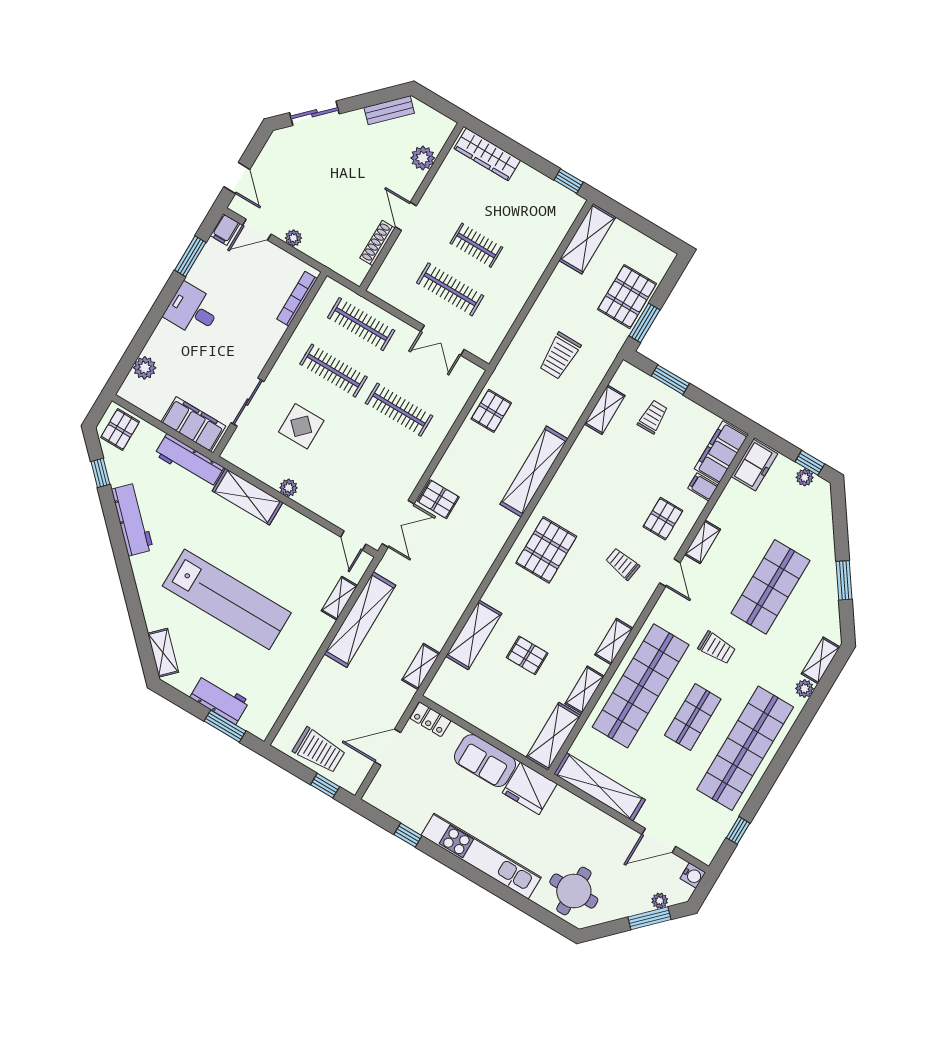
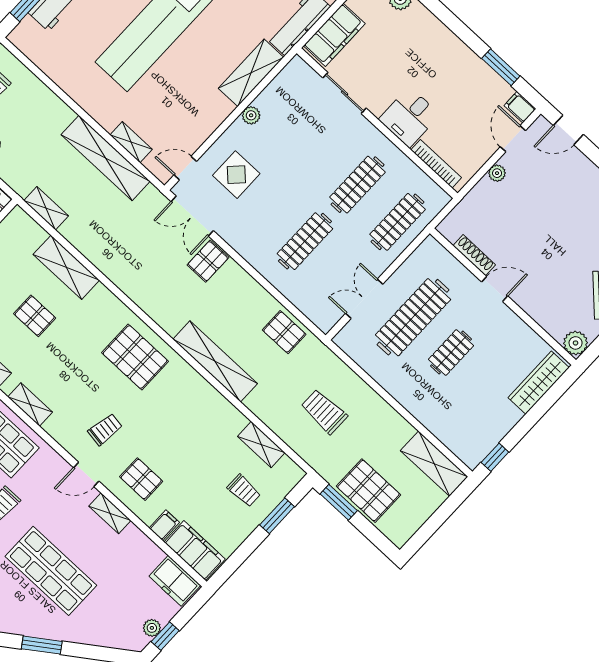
plant: (423, 158) -> (576, 343), moved
clothes rail: (450, 289) -> (413, 317), width x1.37, depth x1.31
desk: (192, 310) -> (409, 117), moved, turned 180
display table: (301, 426) -> (236, 175), moved
pallet: (527, 655) -> (35, 316), turned 90

